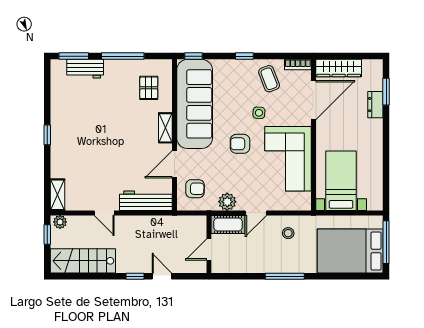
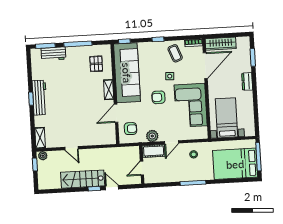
dresser: (375, 105) -> (247, 82), moved
workbench: (146, 201) -> (40, 98), moved, turned 90
stairs: (83, 261) -> (83, 179), moved

